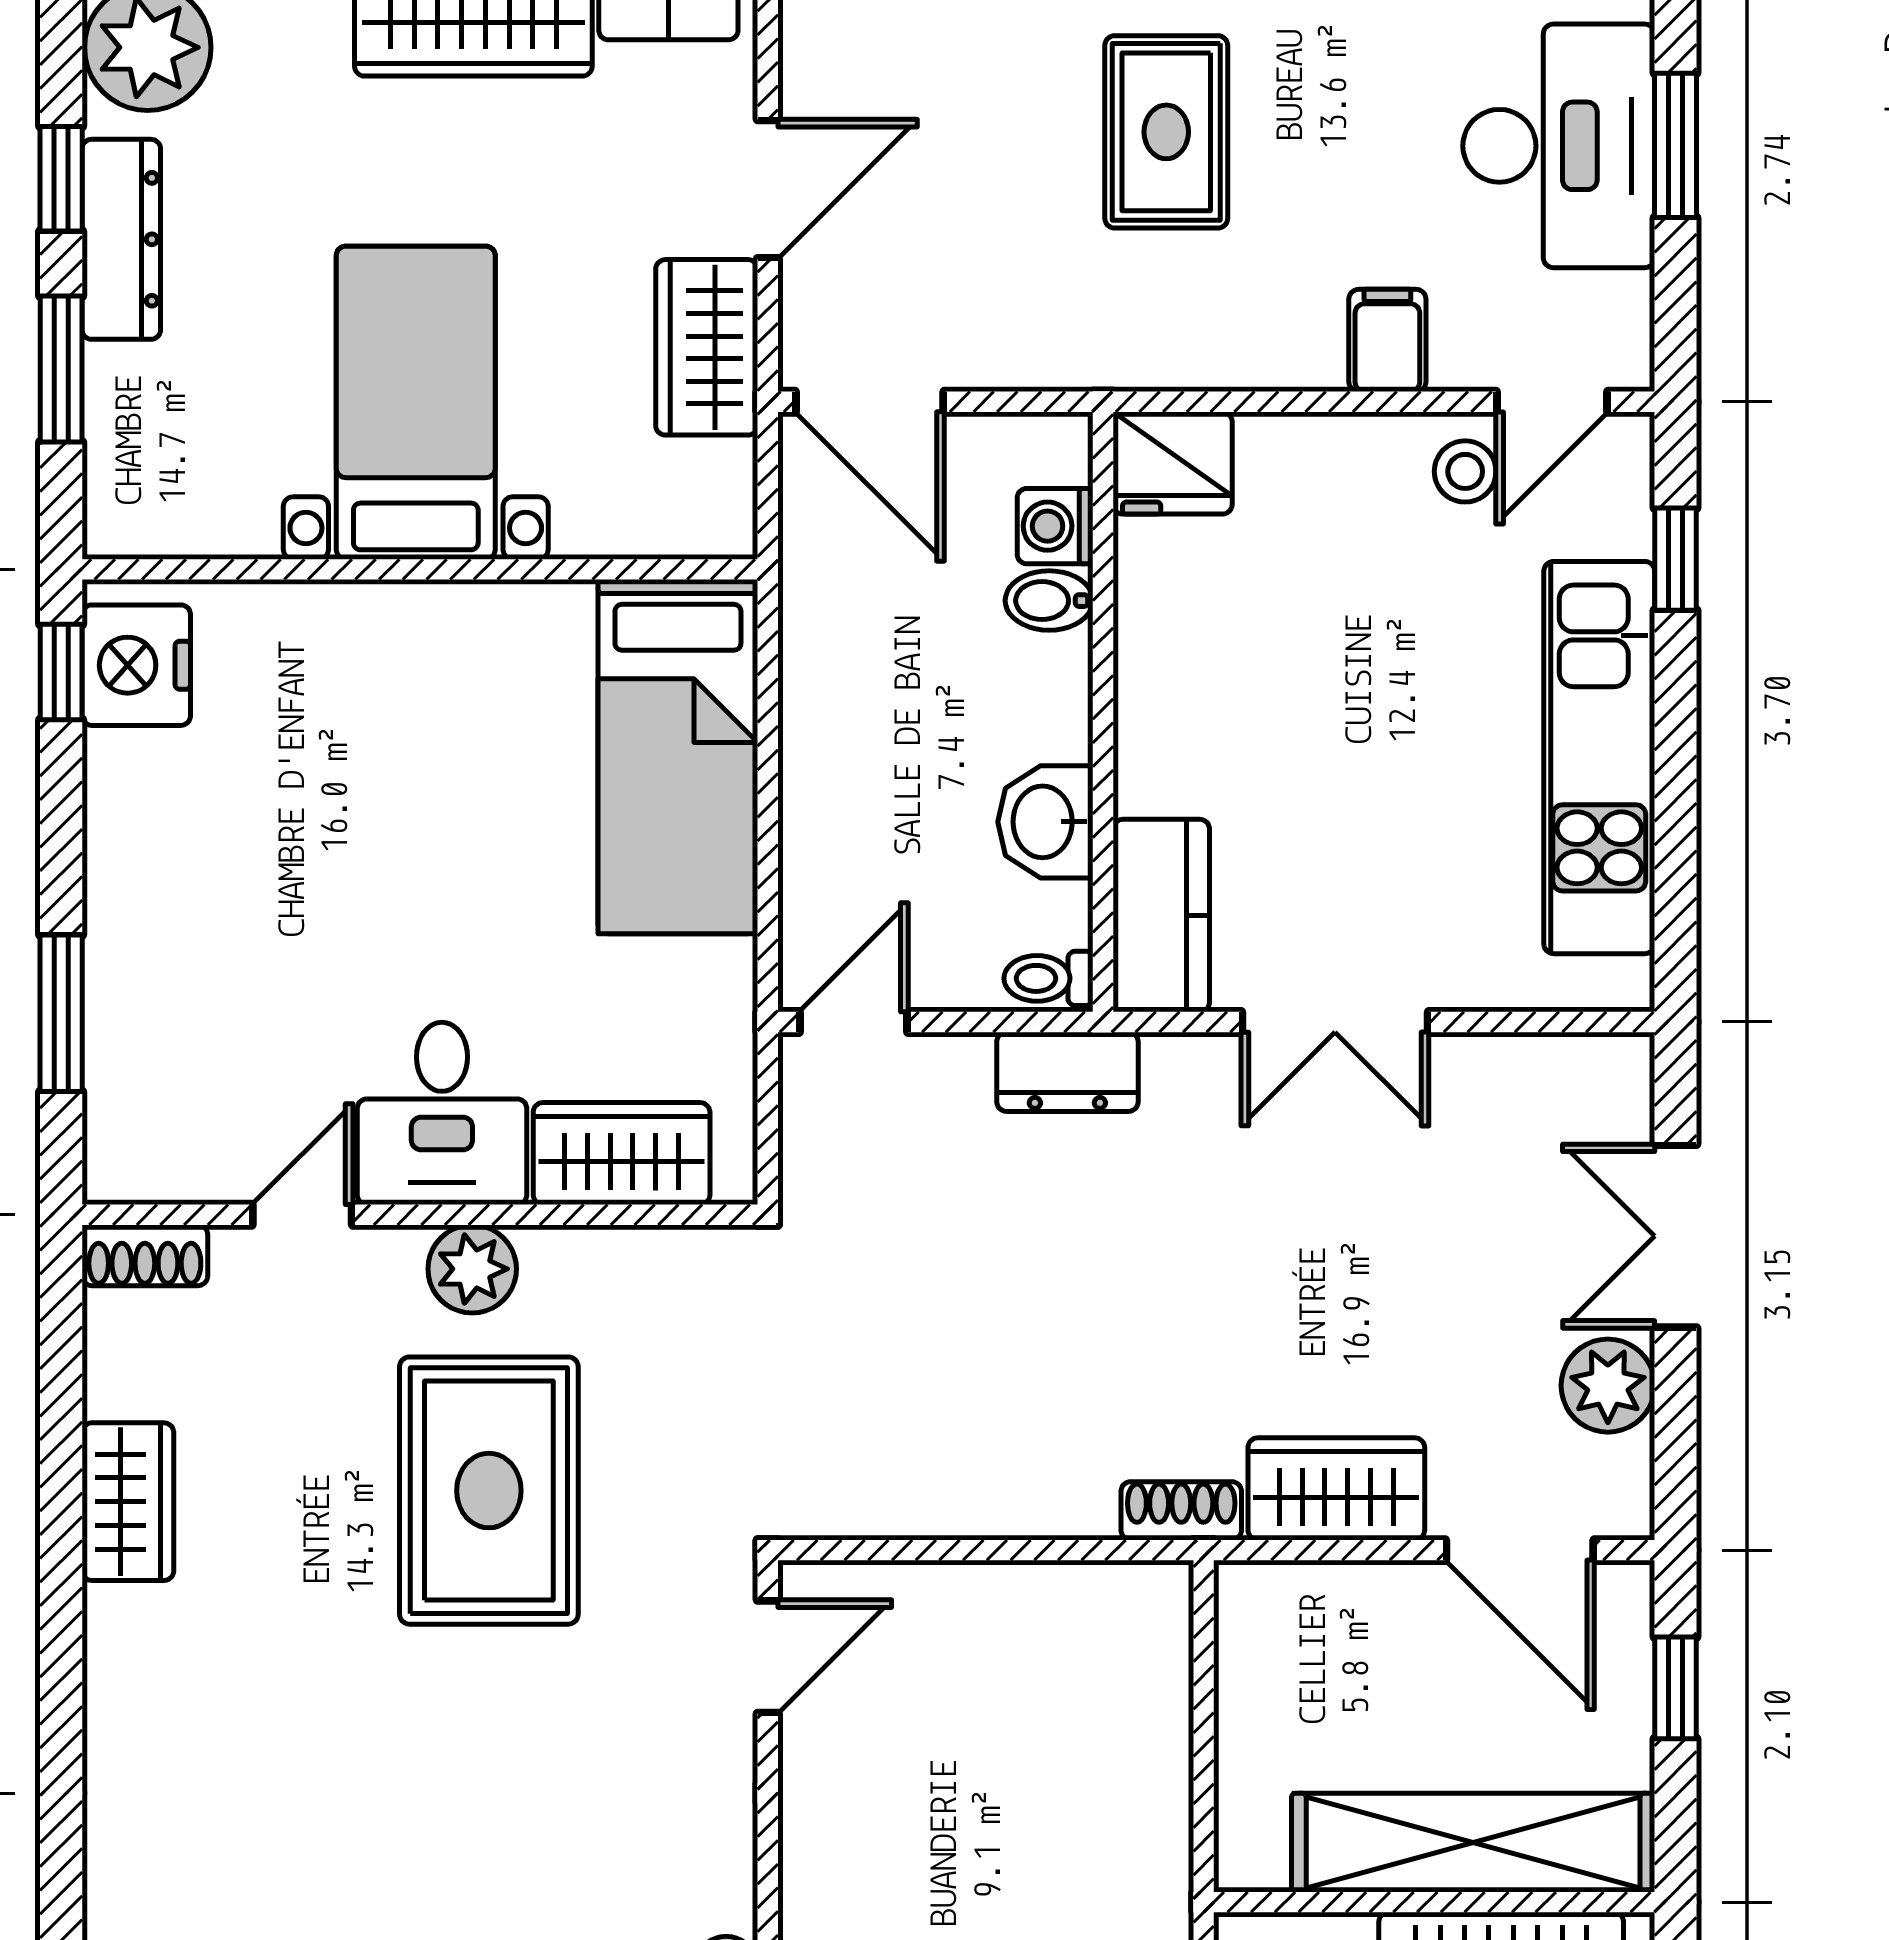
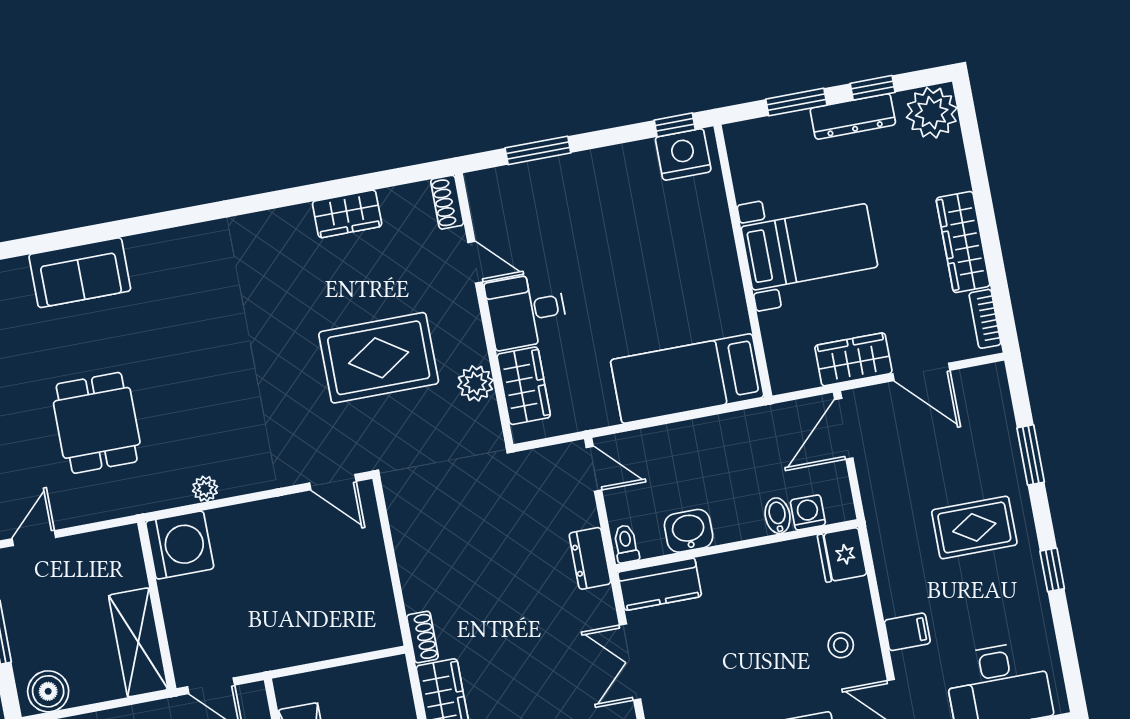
stool: (1465, 471) -> (841, 645), moved
plant: (472, 1269) -> (475, 383), moved

